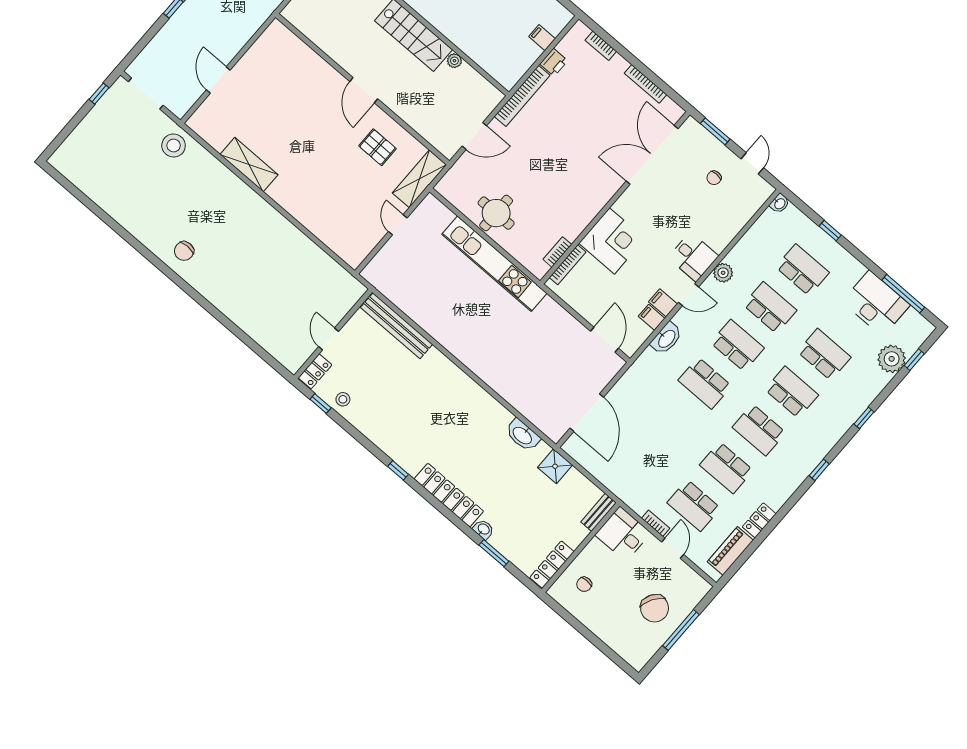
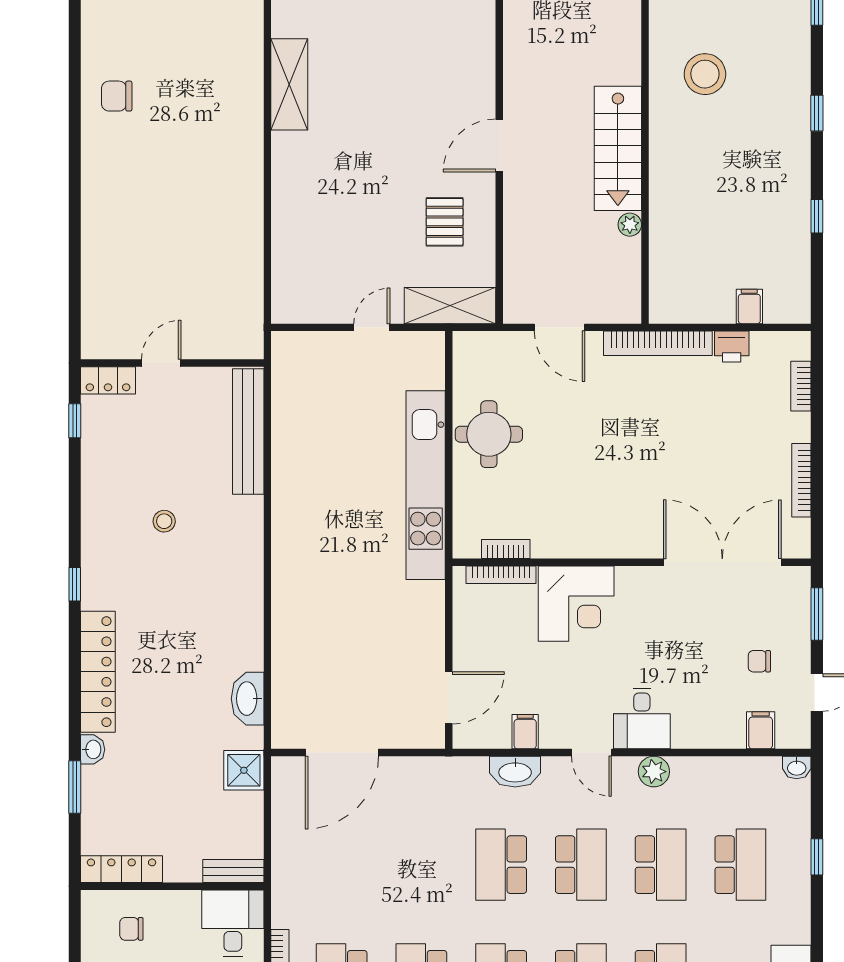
filing cabinet: (663, 303) -> (761, 730), moved
stool: (343, 399) -> (164, 521), moved

